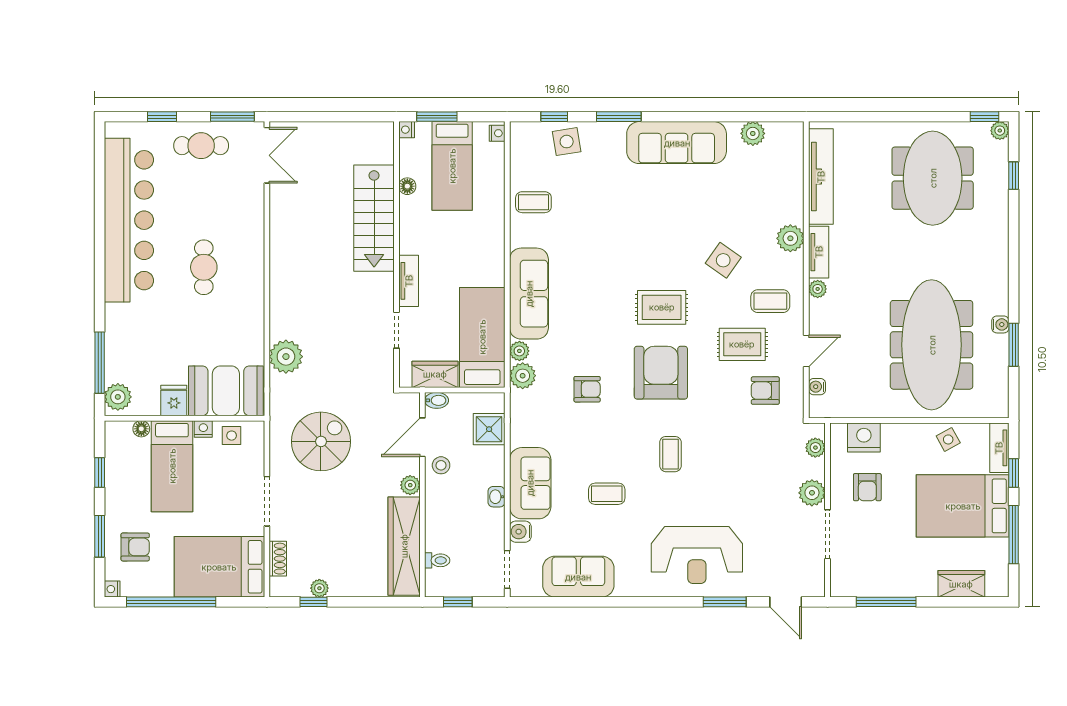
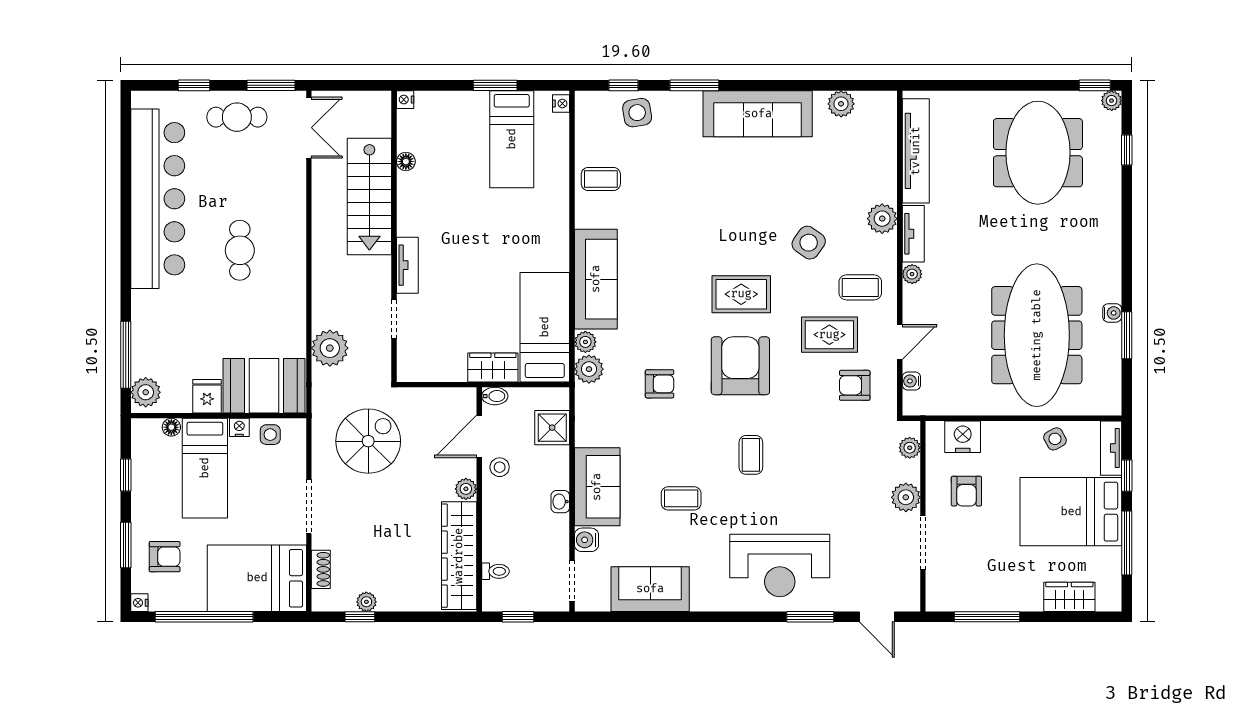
nightstand: (407, 130) -> (405, 100), moved
floor lamp: (407, 186) -> (406, 161), moved
stairs: (374, 218) -> (369, 196), moved
wall: (396, 254) -> (394, 236), moved
tv unit: (409, 281) -> (407, 265), moved
doorway: (396, 330) -> (394, 319), moved

